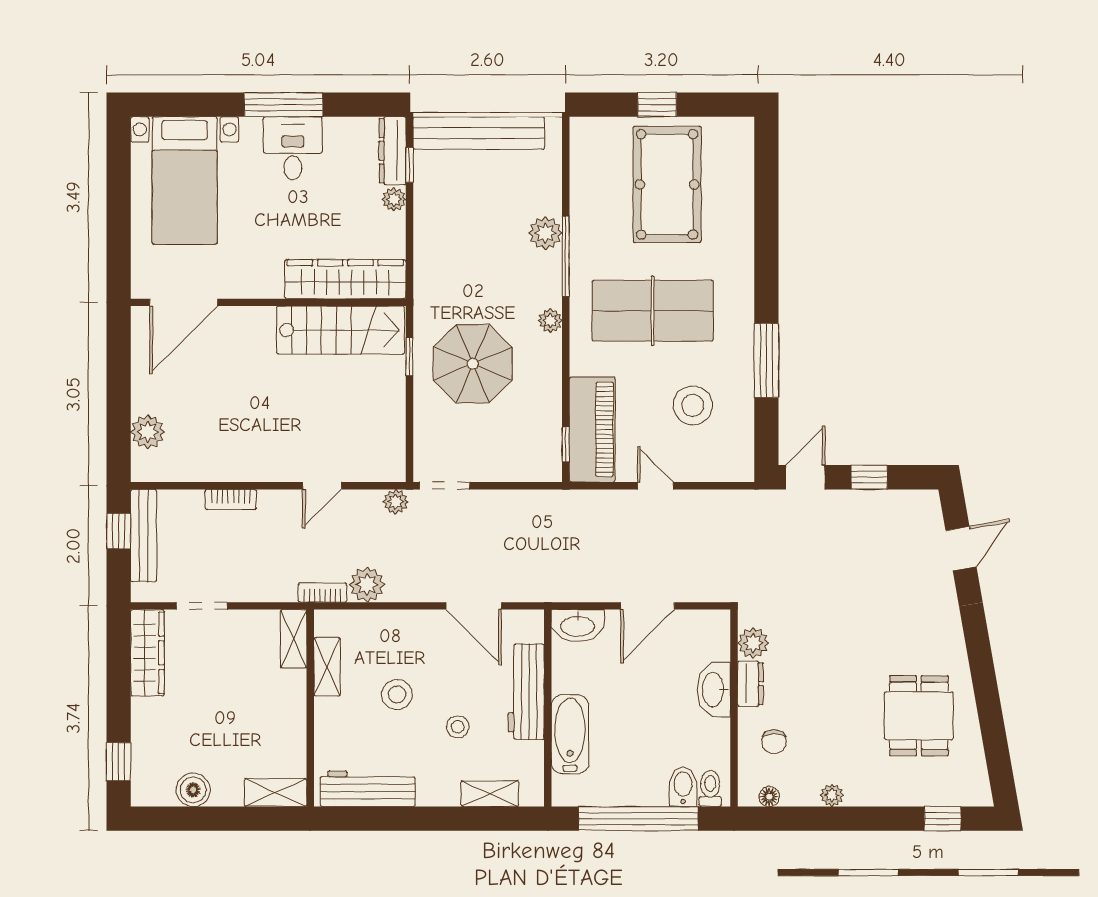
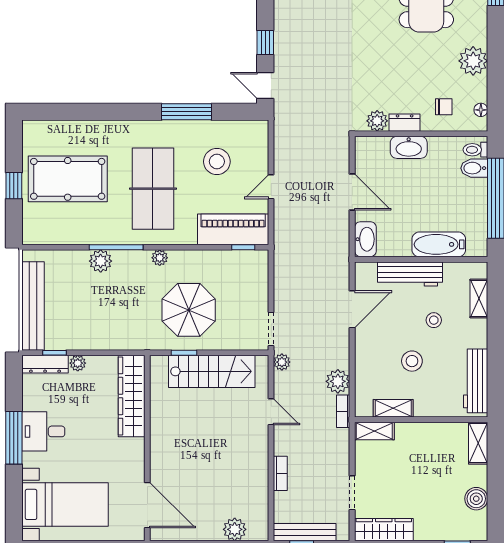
stairs: (340, 330) -> (212, 371), moved, turned 90
plant: (832, 795) -> (473, 61), width x1.88, depth x1.88

